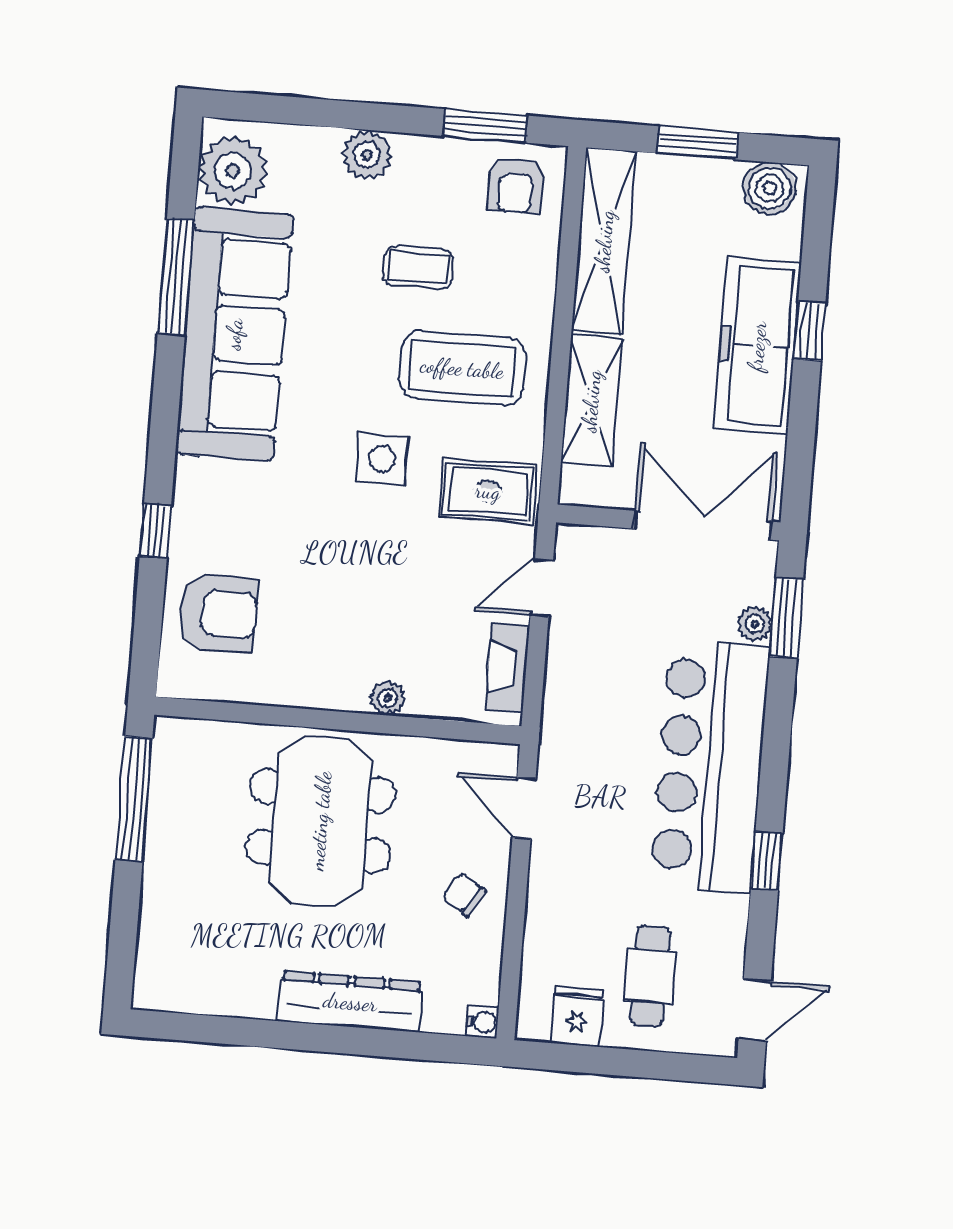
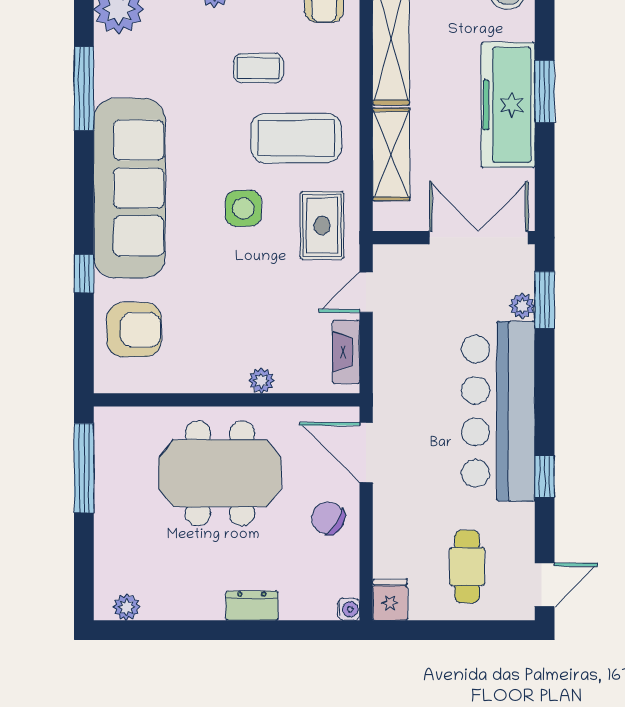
window: (809, 331) -> (545, 91), width x1.50
sofa: (234, 334) -> (129, 188), moved
rug: (488, 491) -> (322, 225), turned 90
door: (524, 808) -> (366, 452), width x1.38
meeting table: (320, 821) -> (220, 473), turned 90
chair: (464, 895) -> (328, 518), width x1.37, depth x1.37
plant: (177, 995) -> (126, 607), added
dresser: (350, 1002) -> (252, 606), width x0.51, depth x0.80
fridge: (577, 1017) -> (390, 600), moved

